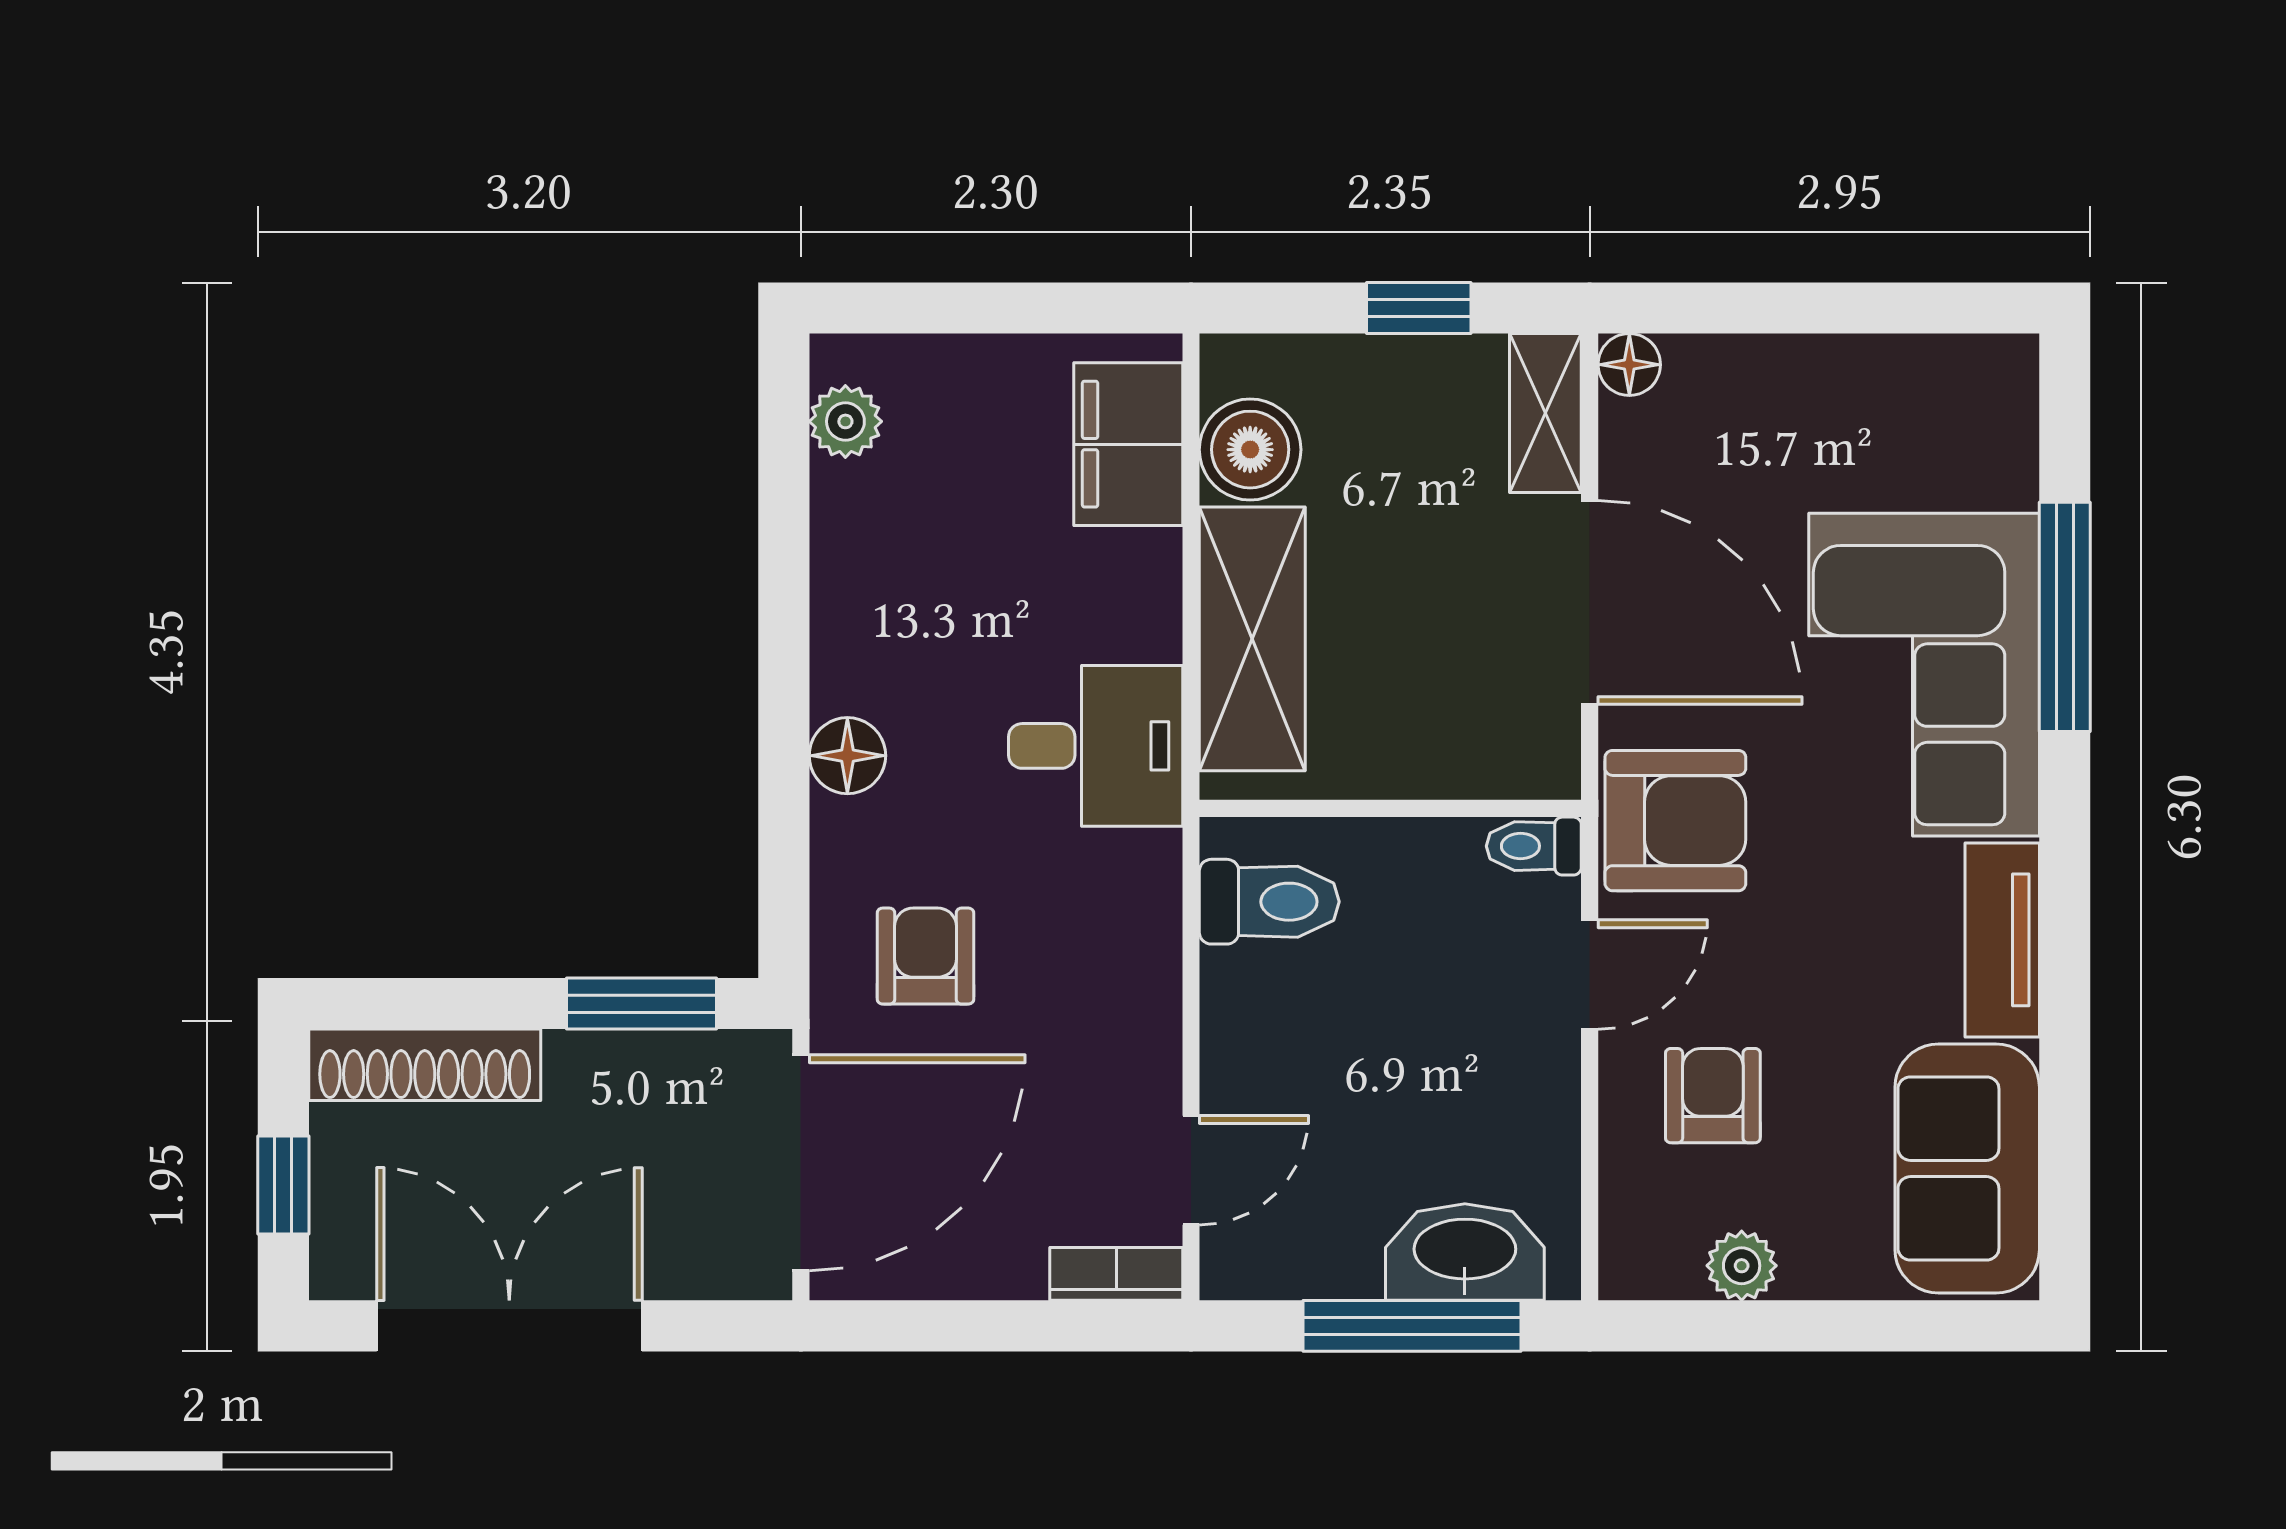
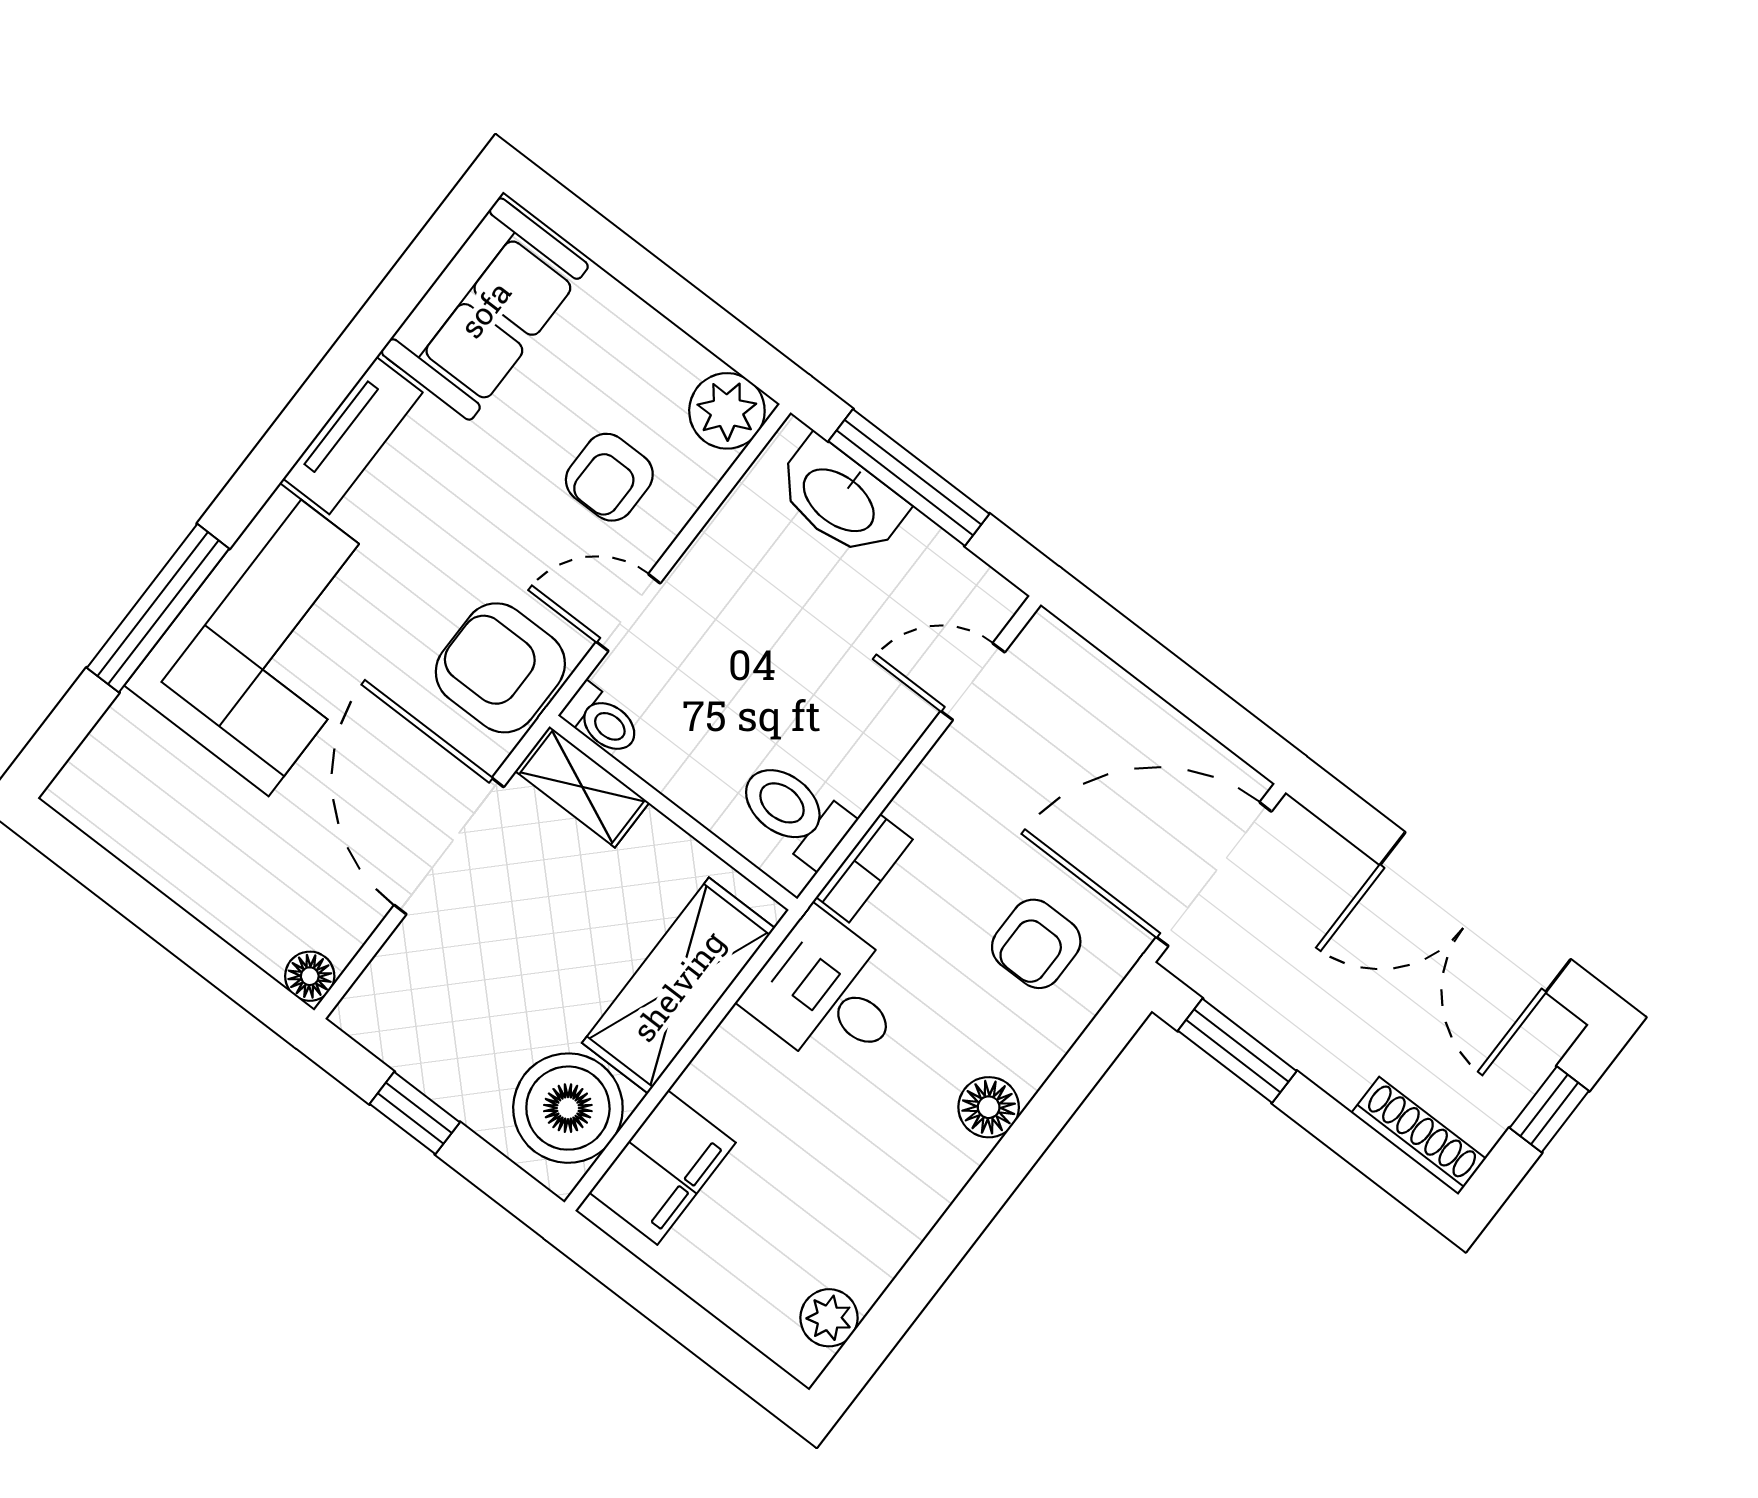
shelving: (1545, 413) -> (582, 787), moved, turned 90
boiler: (1250, 450) -> (568, 1108), width x1.37, depth x1.37
shoe rack: (425, 1065) -> (1419, 1136), width x0.74, depth x0.81
plant: (1742, 1266) -> (727, 411), moved, width x1.38, depth x1.38
bookcase: (1116, 1274) -> (864, 868), moved, turned -90

